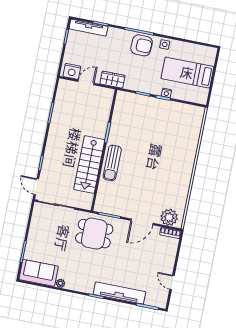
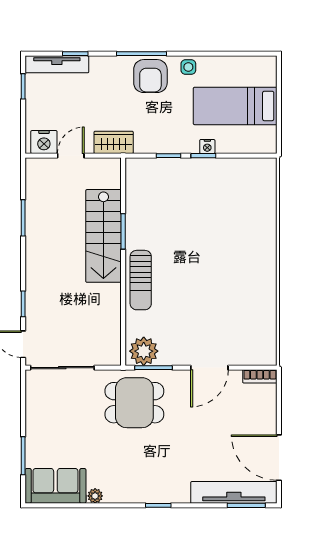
armchair: (142, 45) -> (150, 76), turned 88
stairs: (89, 165) -> (103, 236), moved
plant: (169, 217) -> (144, 351), moved
door: (172, 282) -> (279, 458), width x1.87
tv unit: (119, 293) -> (234, 492), moved

